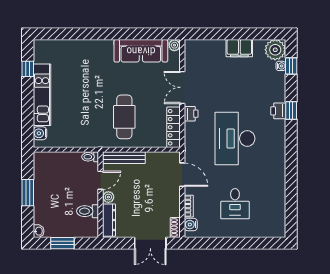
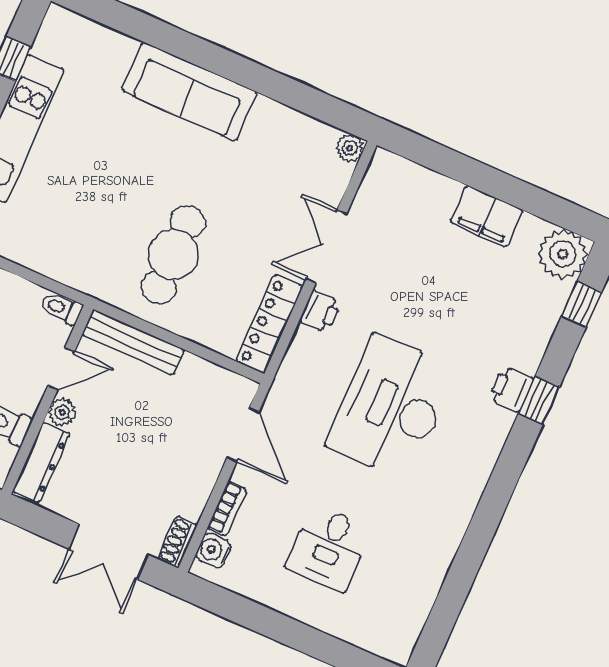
sofa: (141, 51) -> (190, 91), moved
water cooler: (281, 66) -> (559, 294), removed

